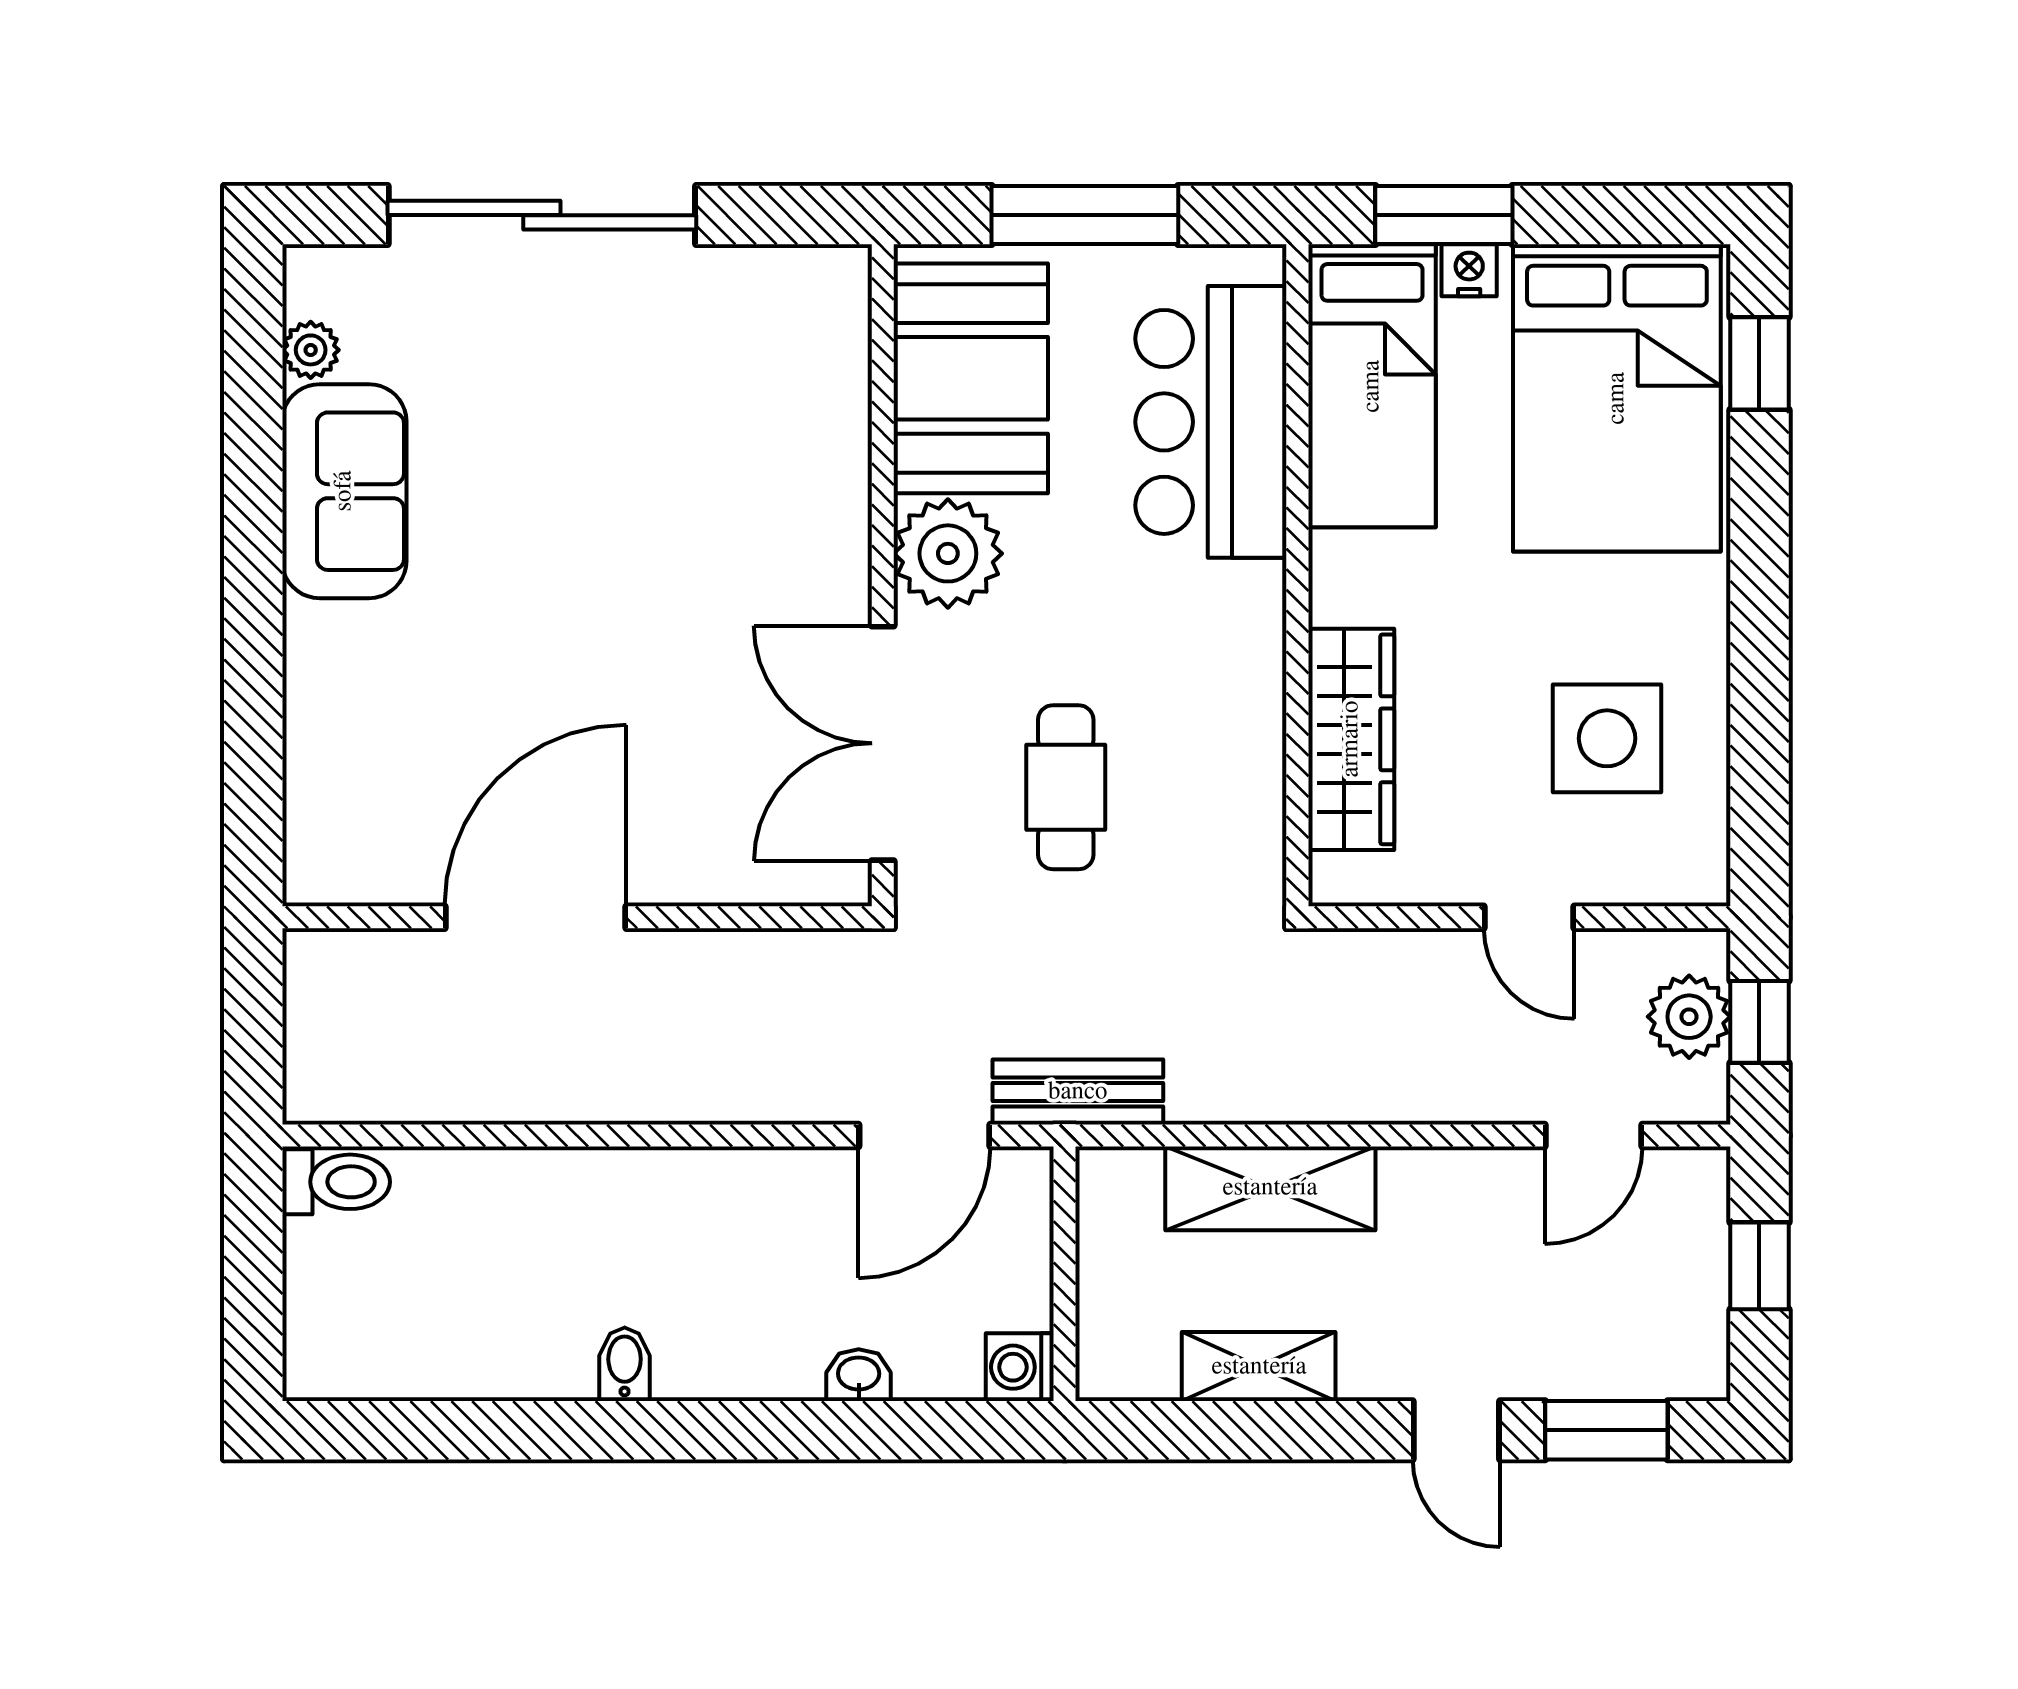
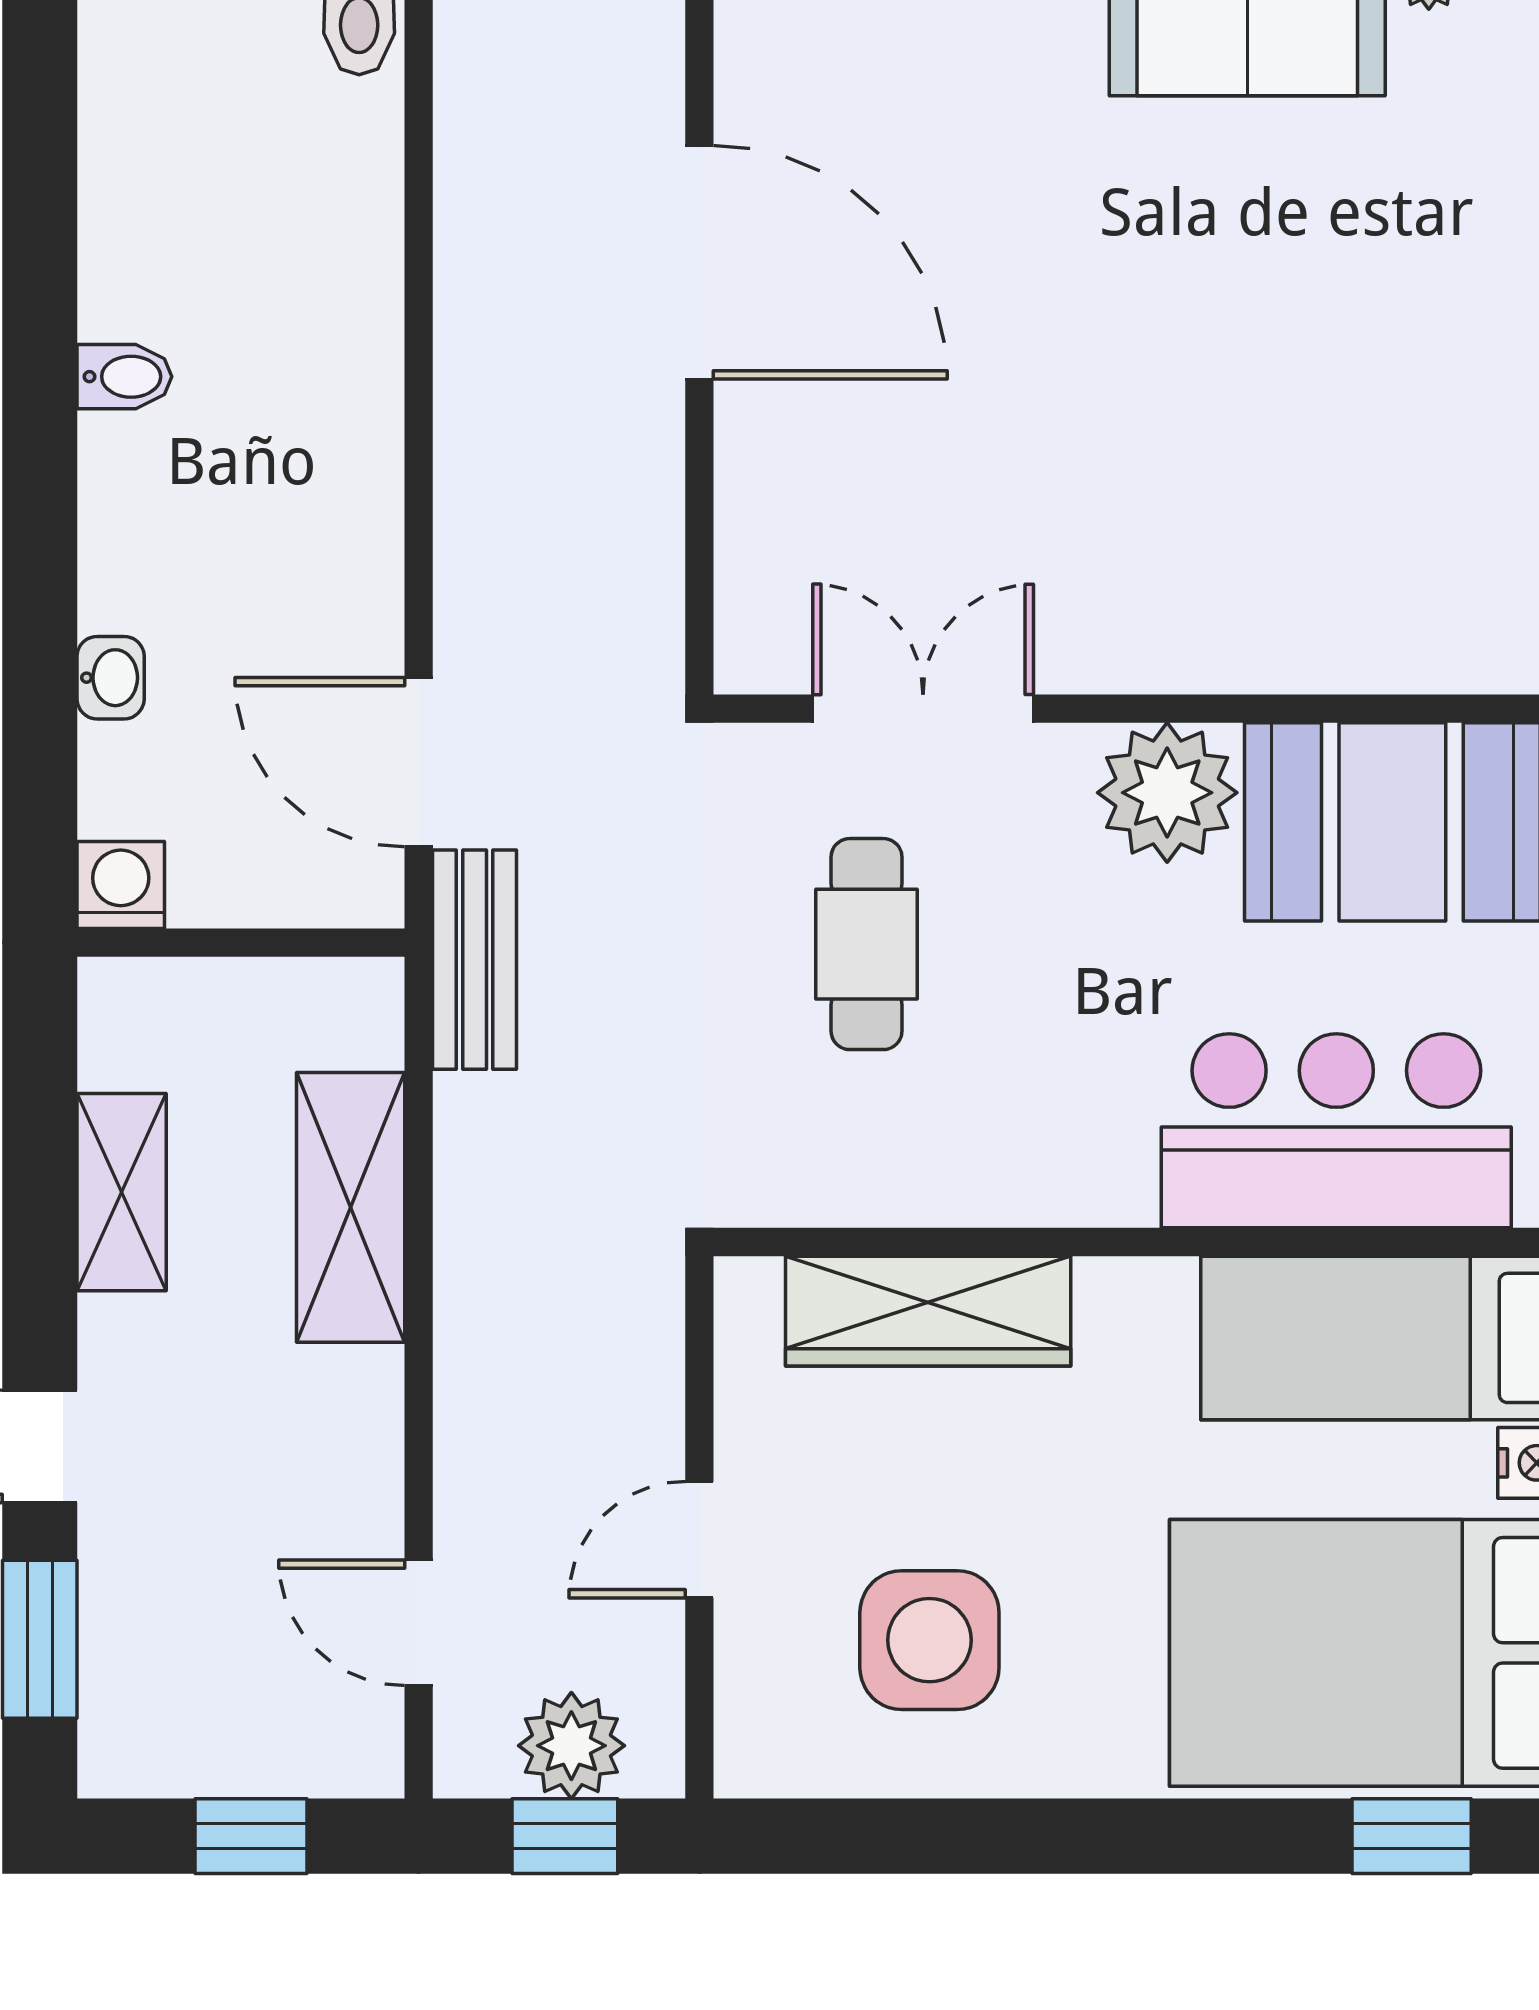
double door: (883, 743) -> (923, 709), width x0.73
cafe table: (1066, 787) -> (867, 944), turned 90

